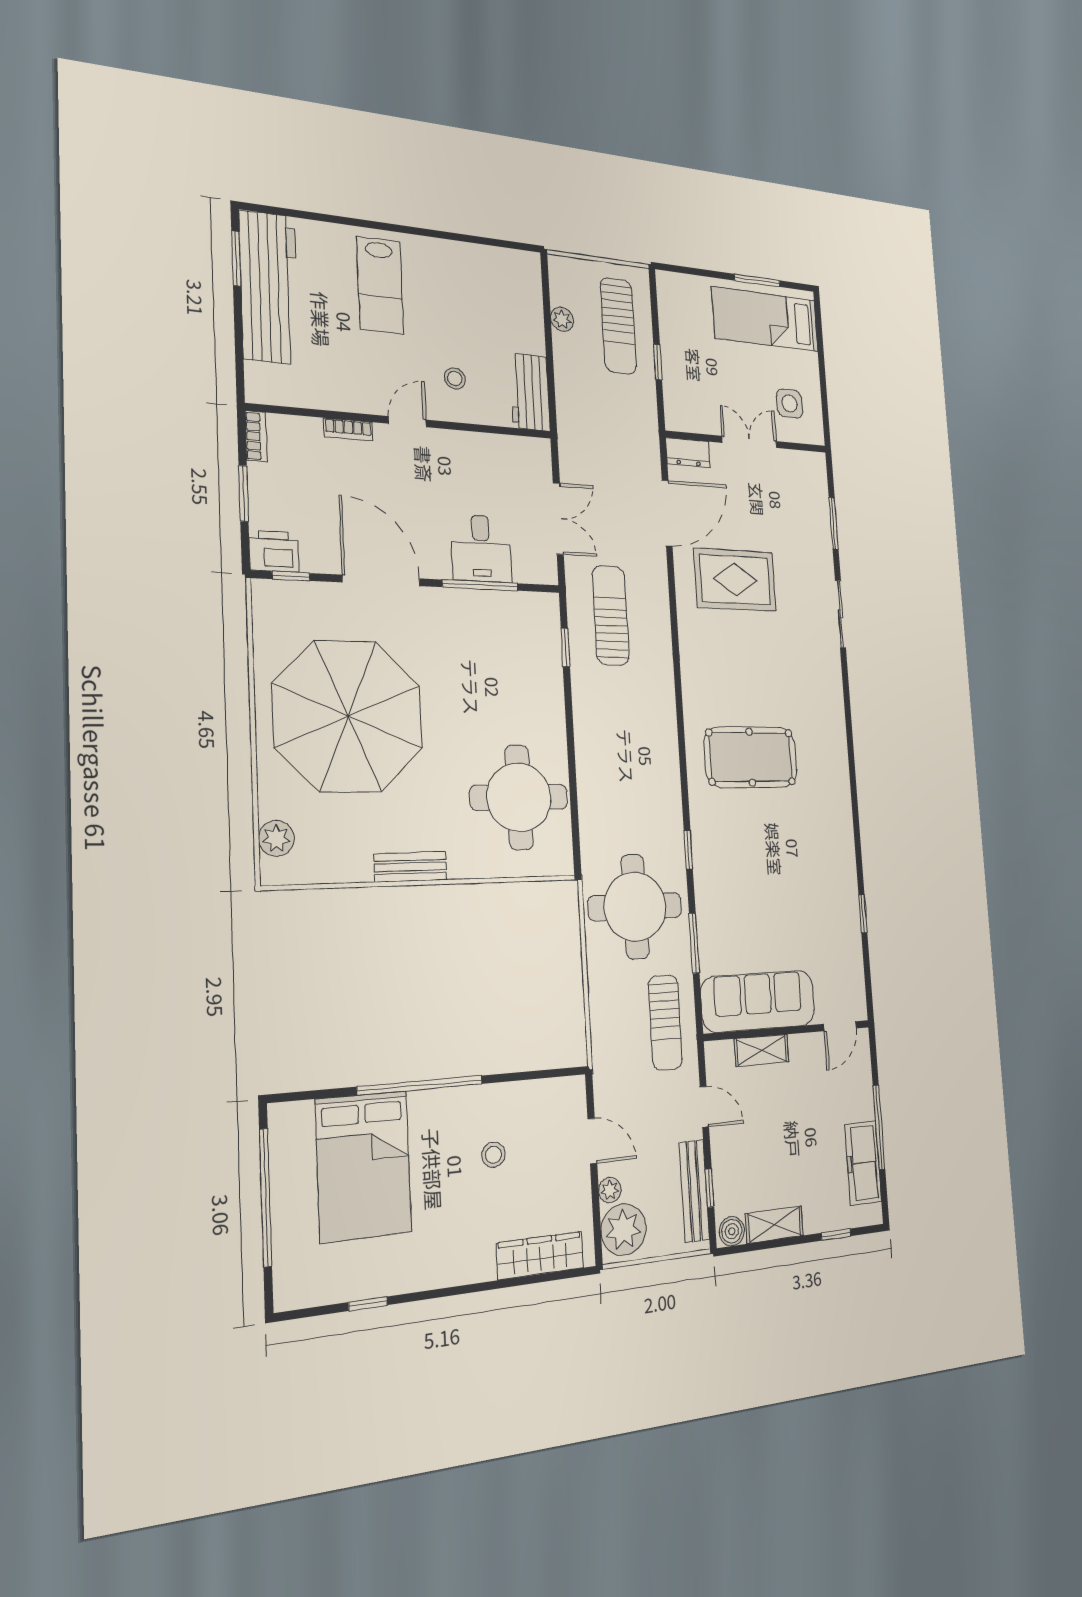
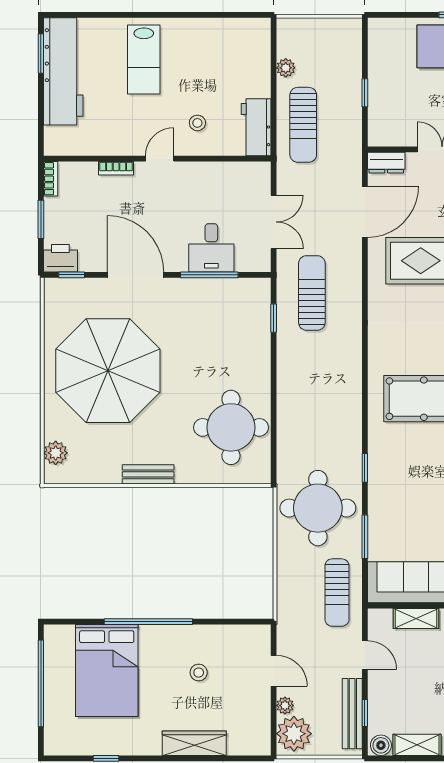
sun lounger: (618, 326) -> (303, 125), moved
wardrobe: (540, 1255) -> (194, 743), moved

